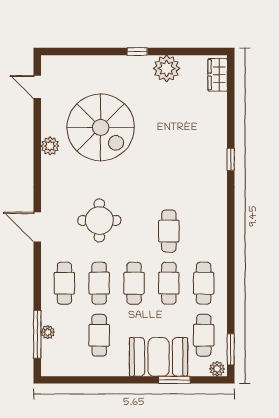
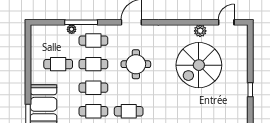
plant: (166, 68) -> (239, 110), removed
plant: (50, 146) -> (200, 31), moved
plant: (48, 332) -> (72, 29), moved
window: (37, 334) -> (81, 22), moved

